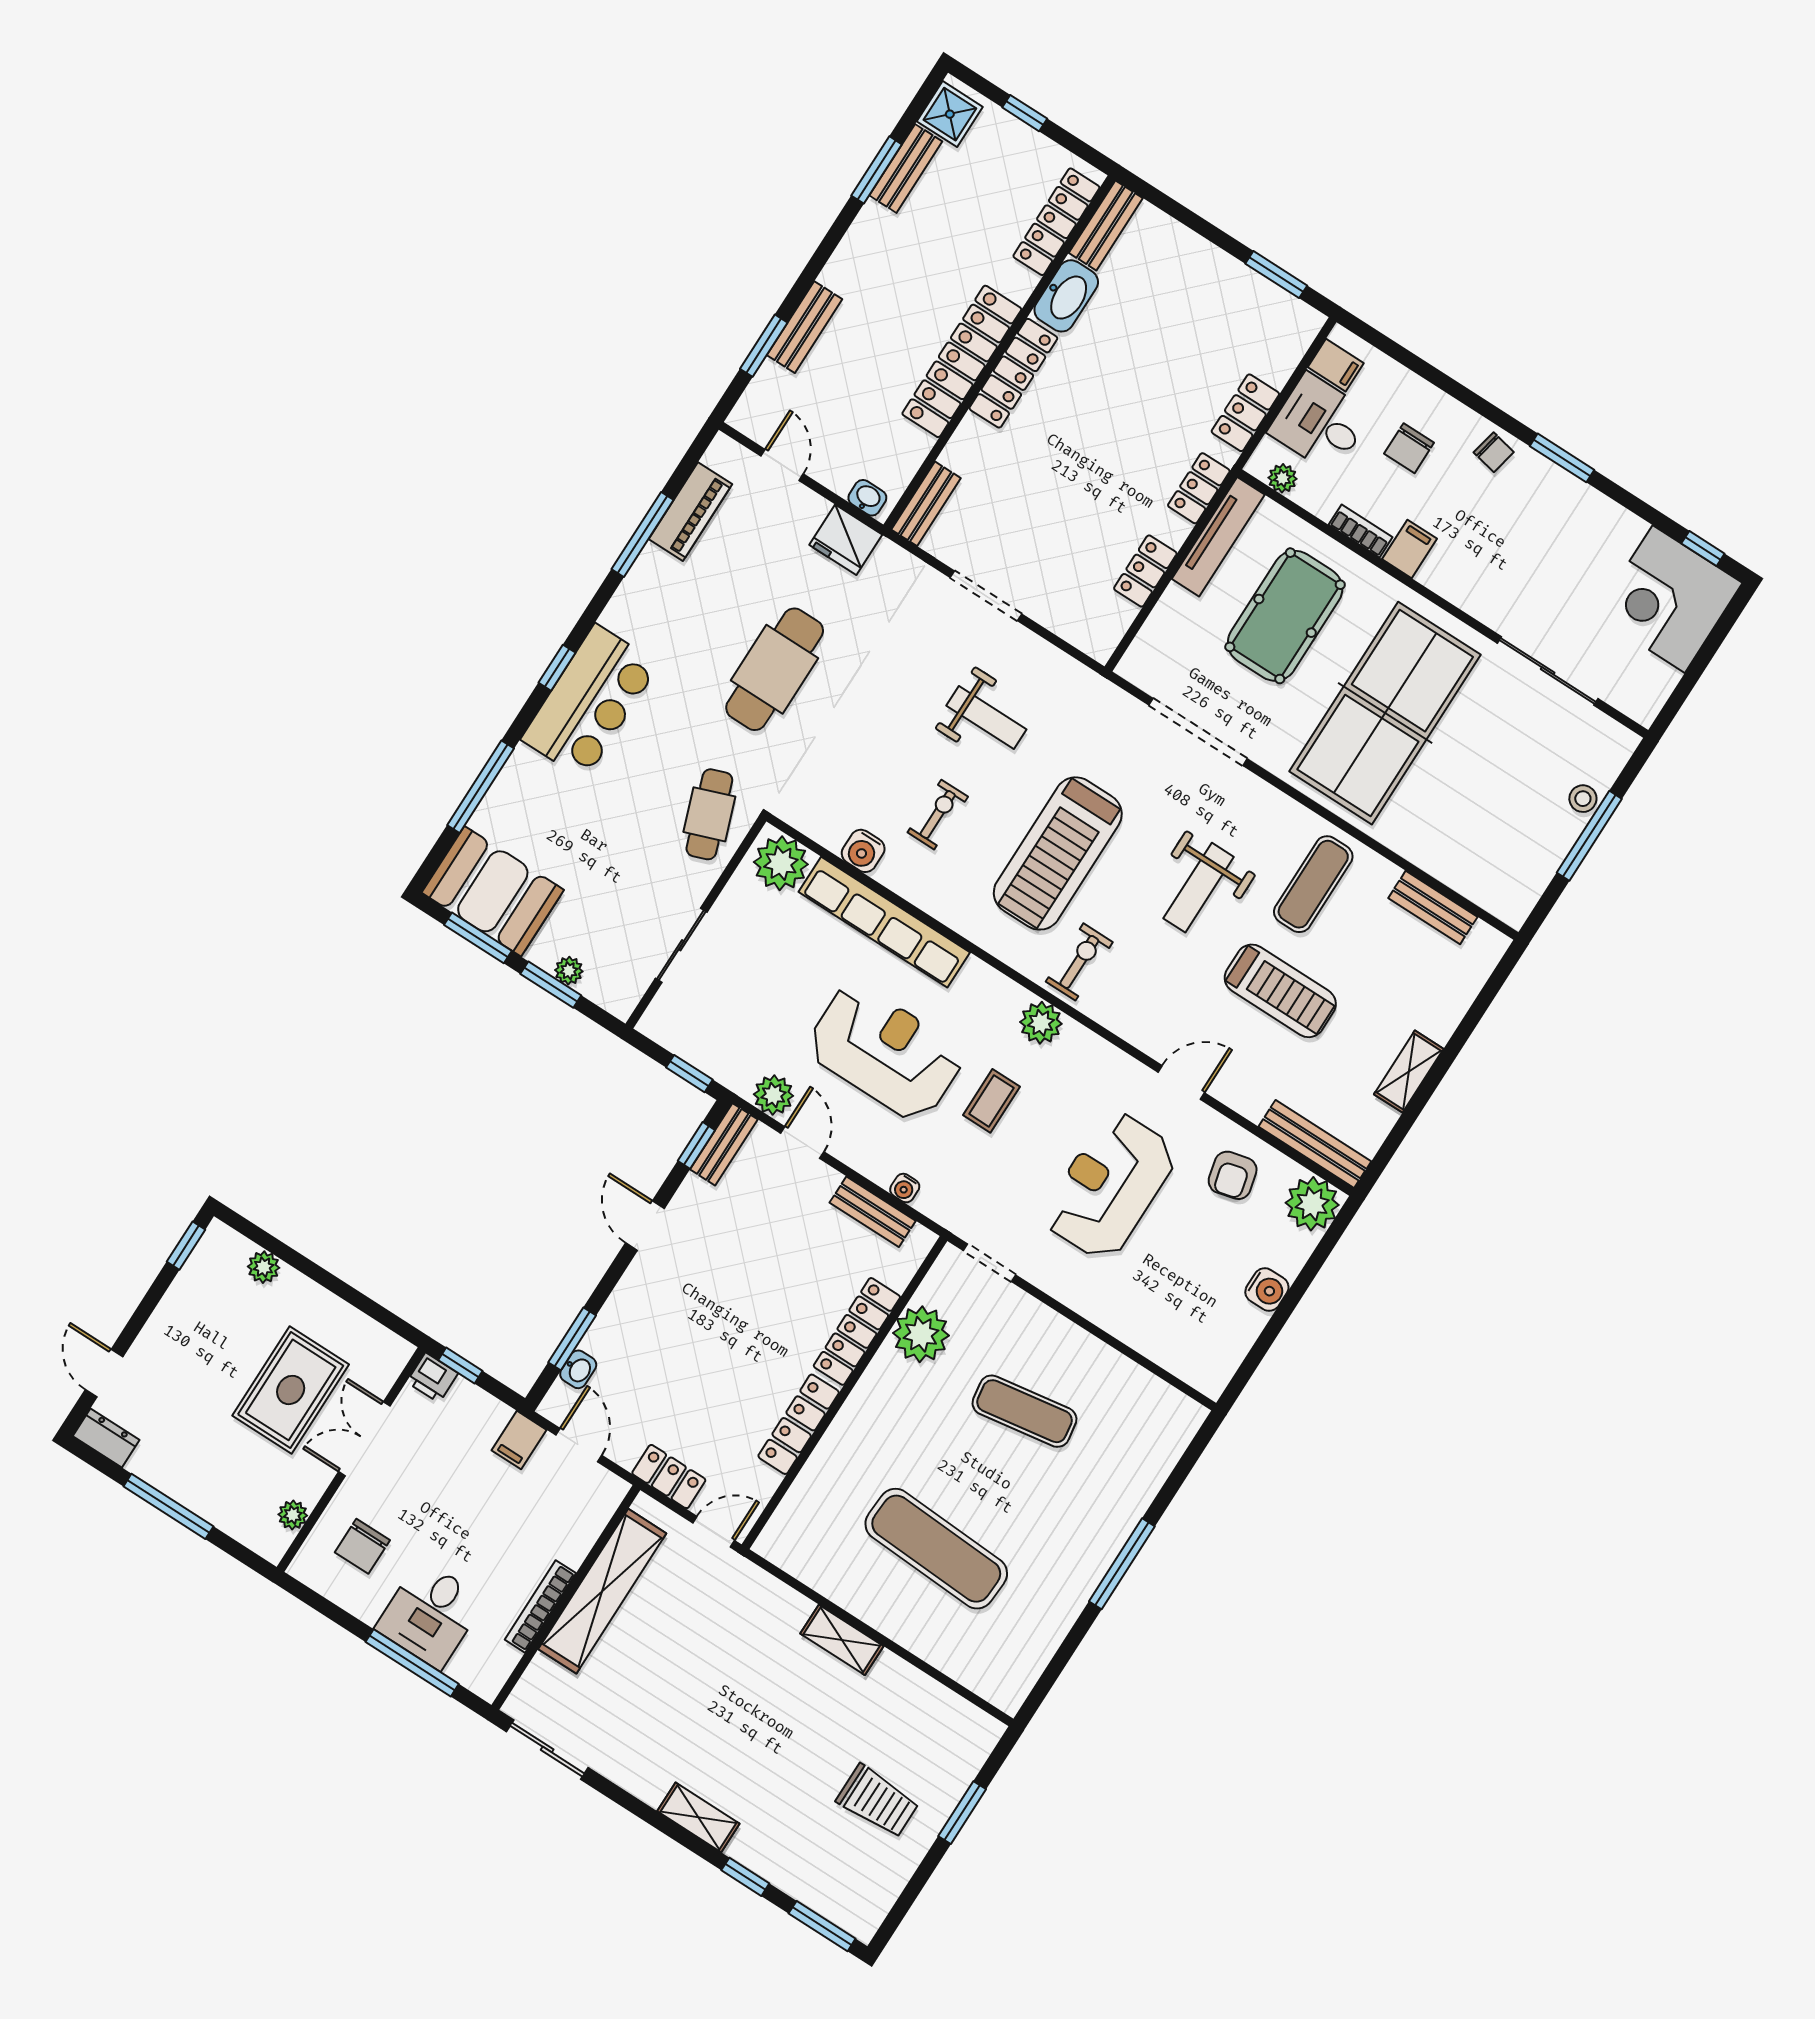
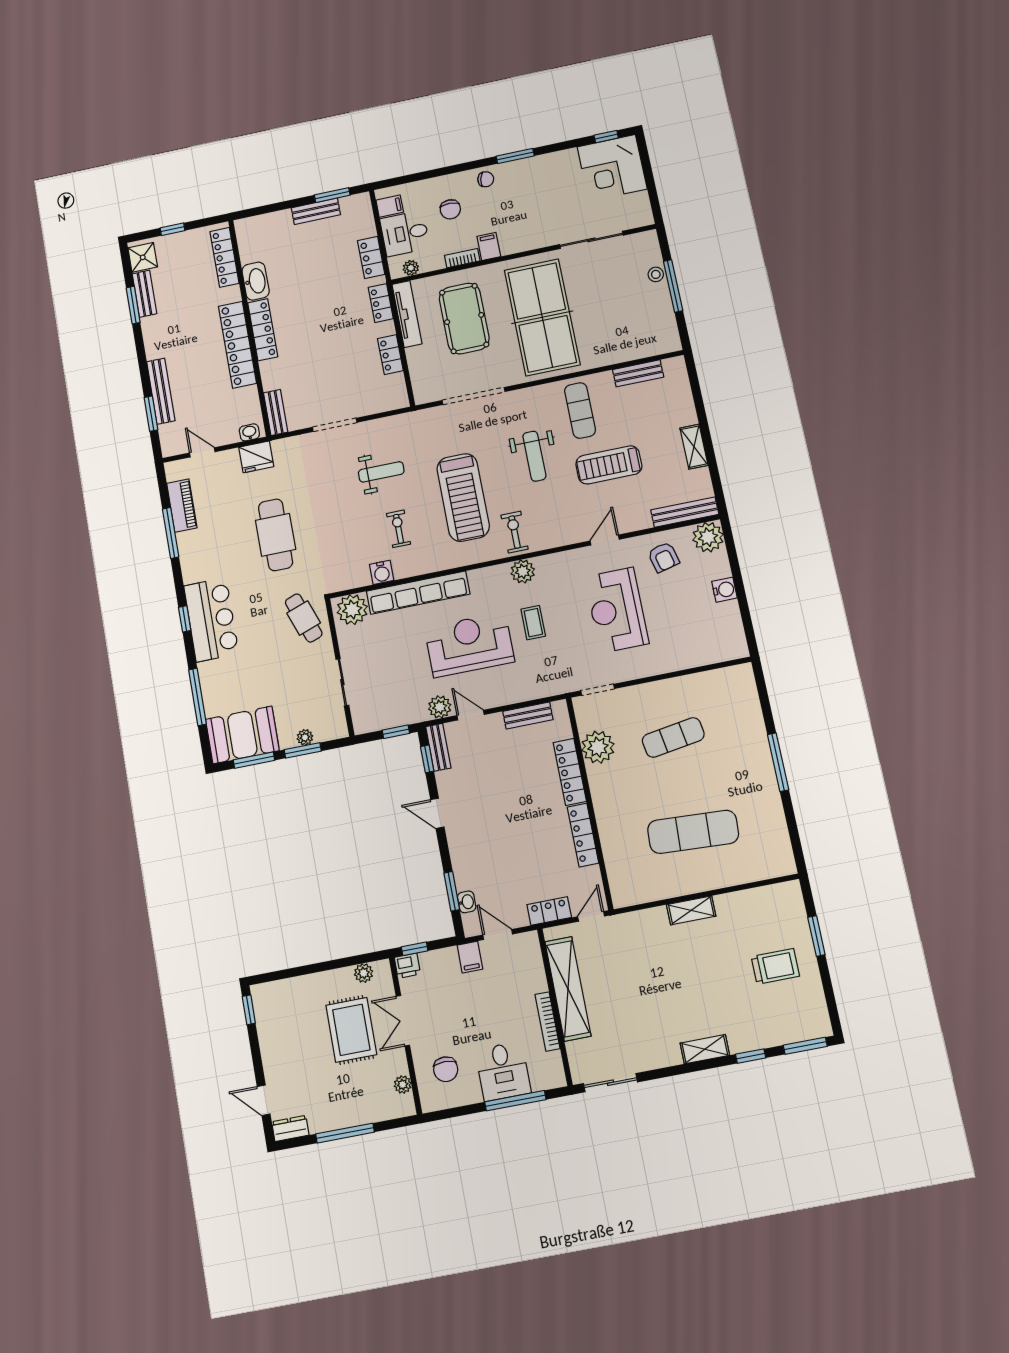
bench: (1106, 225) -> (316, 211), moved, turned 90
bench: (804, 327) -> (161, 391), width x1.36
treadmill: (1280, 991) -> (609, 465), turned 180
water cooler: (905, 1188) -> (532, 693), removed
plant: (264, 1267) -> (364, 973), moved

